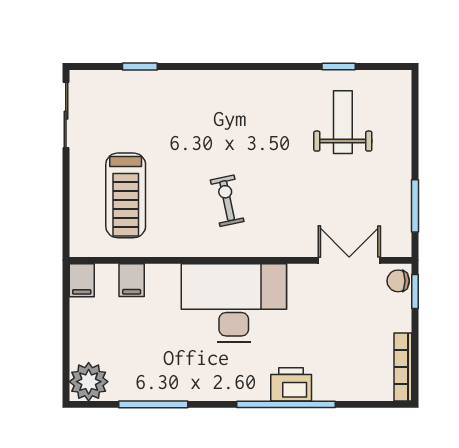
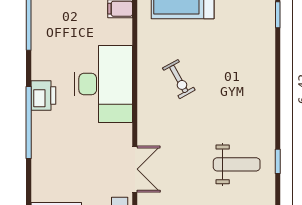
exercise bike: (227, 201) -> (179, 79), turned 73
printer: (291, 384) -> (43, 96), moved

